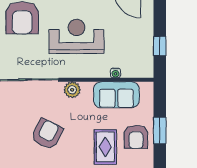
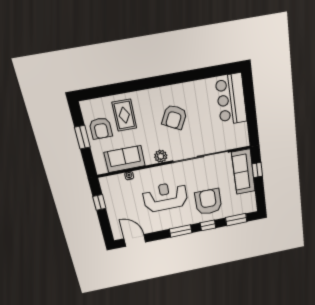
reception desk: (77, 36) -> (165, 197), turned 180
armchair: (136, 137) -> (101, 128), turned 180

